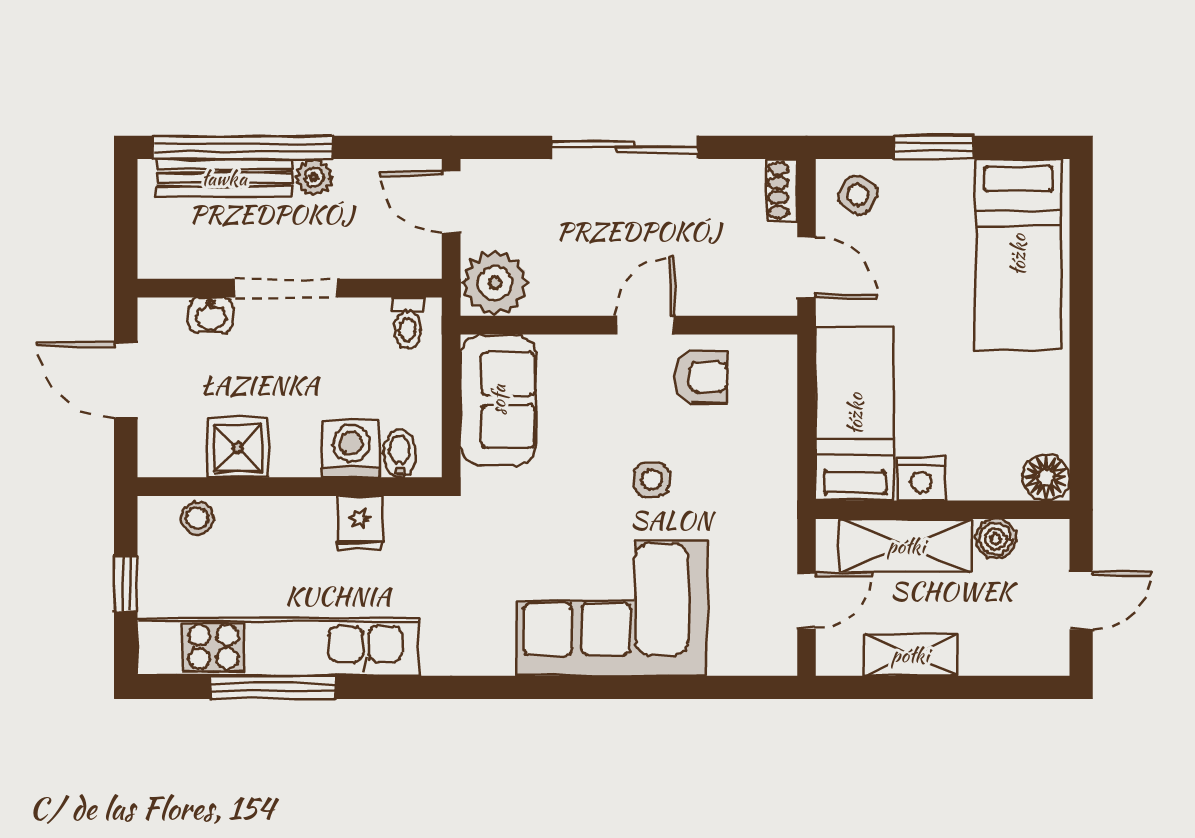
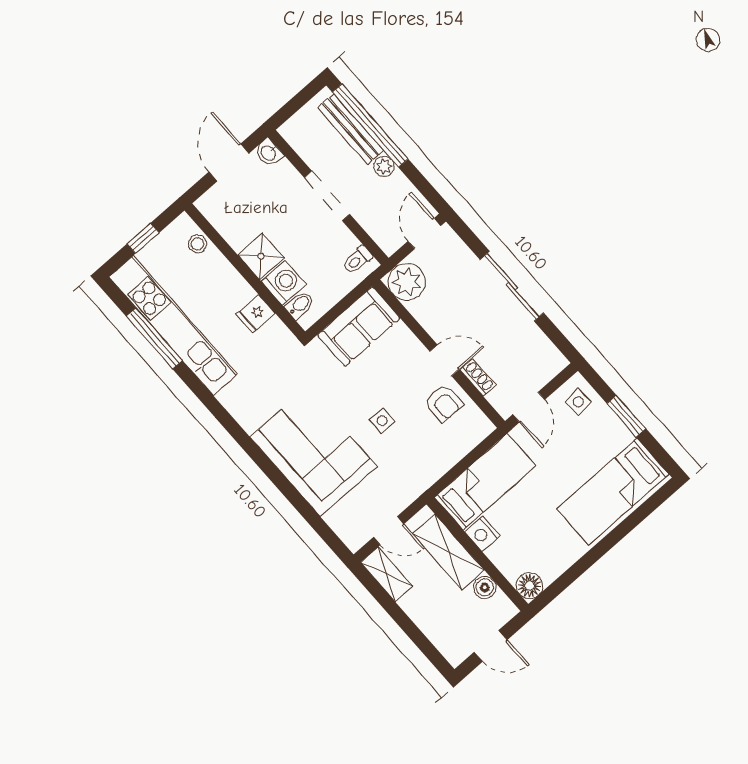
shoe rack: (782, 190) -> (478, 378), moved, turned 90
side table: (858, 195) -> (578, 402), turned -38
washbasin: (211, 315) -> (269, 153), moved
shower: (238, 448) -> (261, 256), moved
shelving: (910, 655) -> (387, 574), moved

